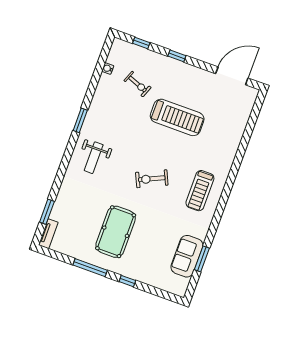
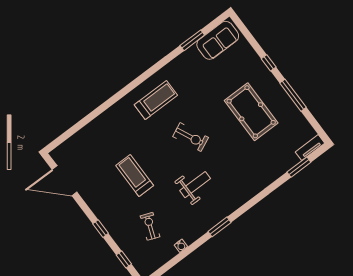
water cooler: (108, 68) -> (181, 246), moved
treadmill: (177, 117) -> (135, 176), width x0.73, depth x0.73
weight bench: (94, 158) -> (195, 185), moved
pool table: (116, 232) -> (251, 112), turned 90
sofa: (187, 256) -> (218, 40), moved

